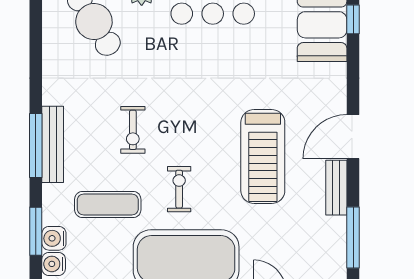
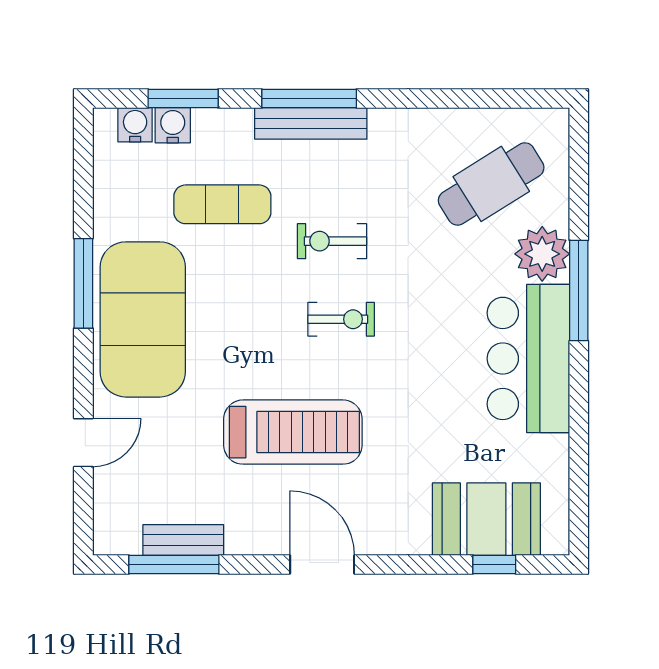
treadmill: (263, 157) -> (293, 432), turned 180
bench: (336, 188) -> (183, 540), moved
exercise bike: (179, 189) -> (341, 319), moved
exercise mat: (108, 205) -> (222, 204), turned 90

